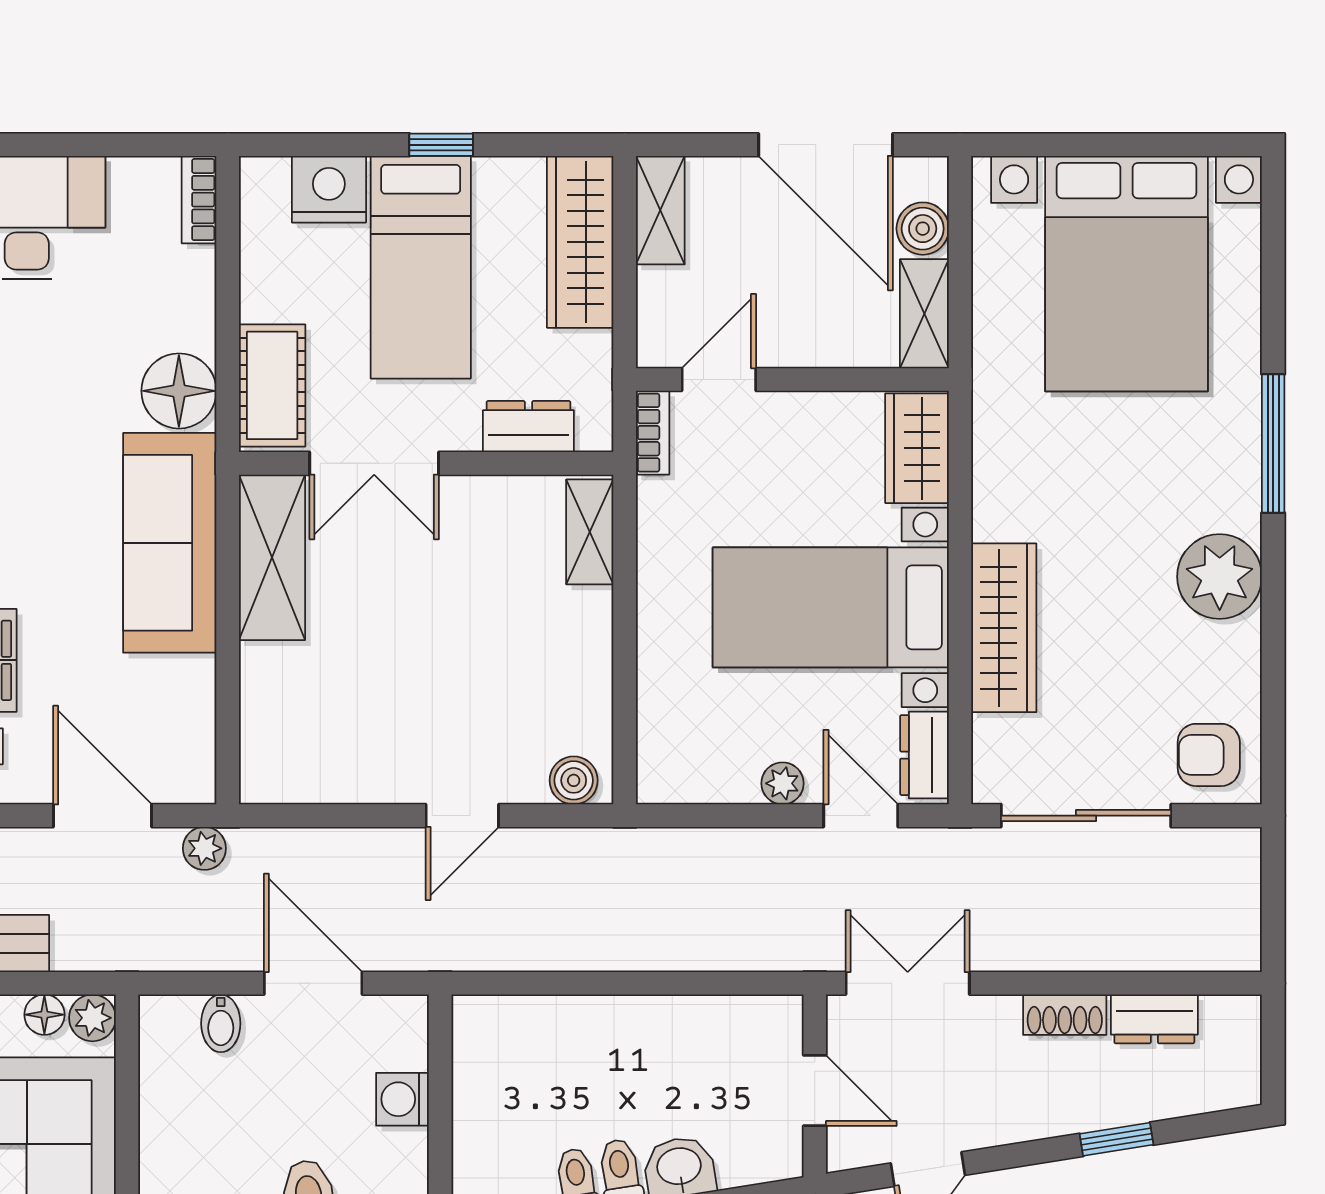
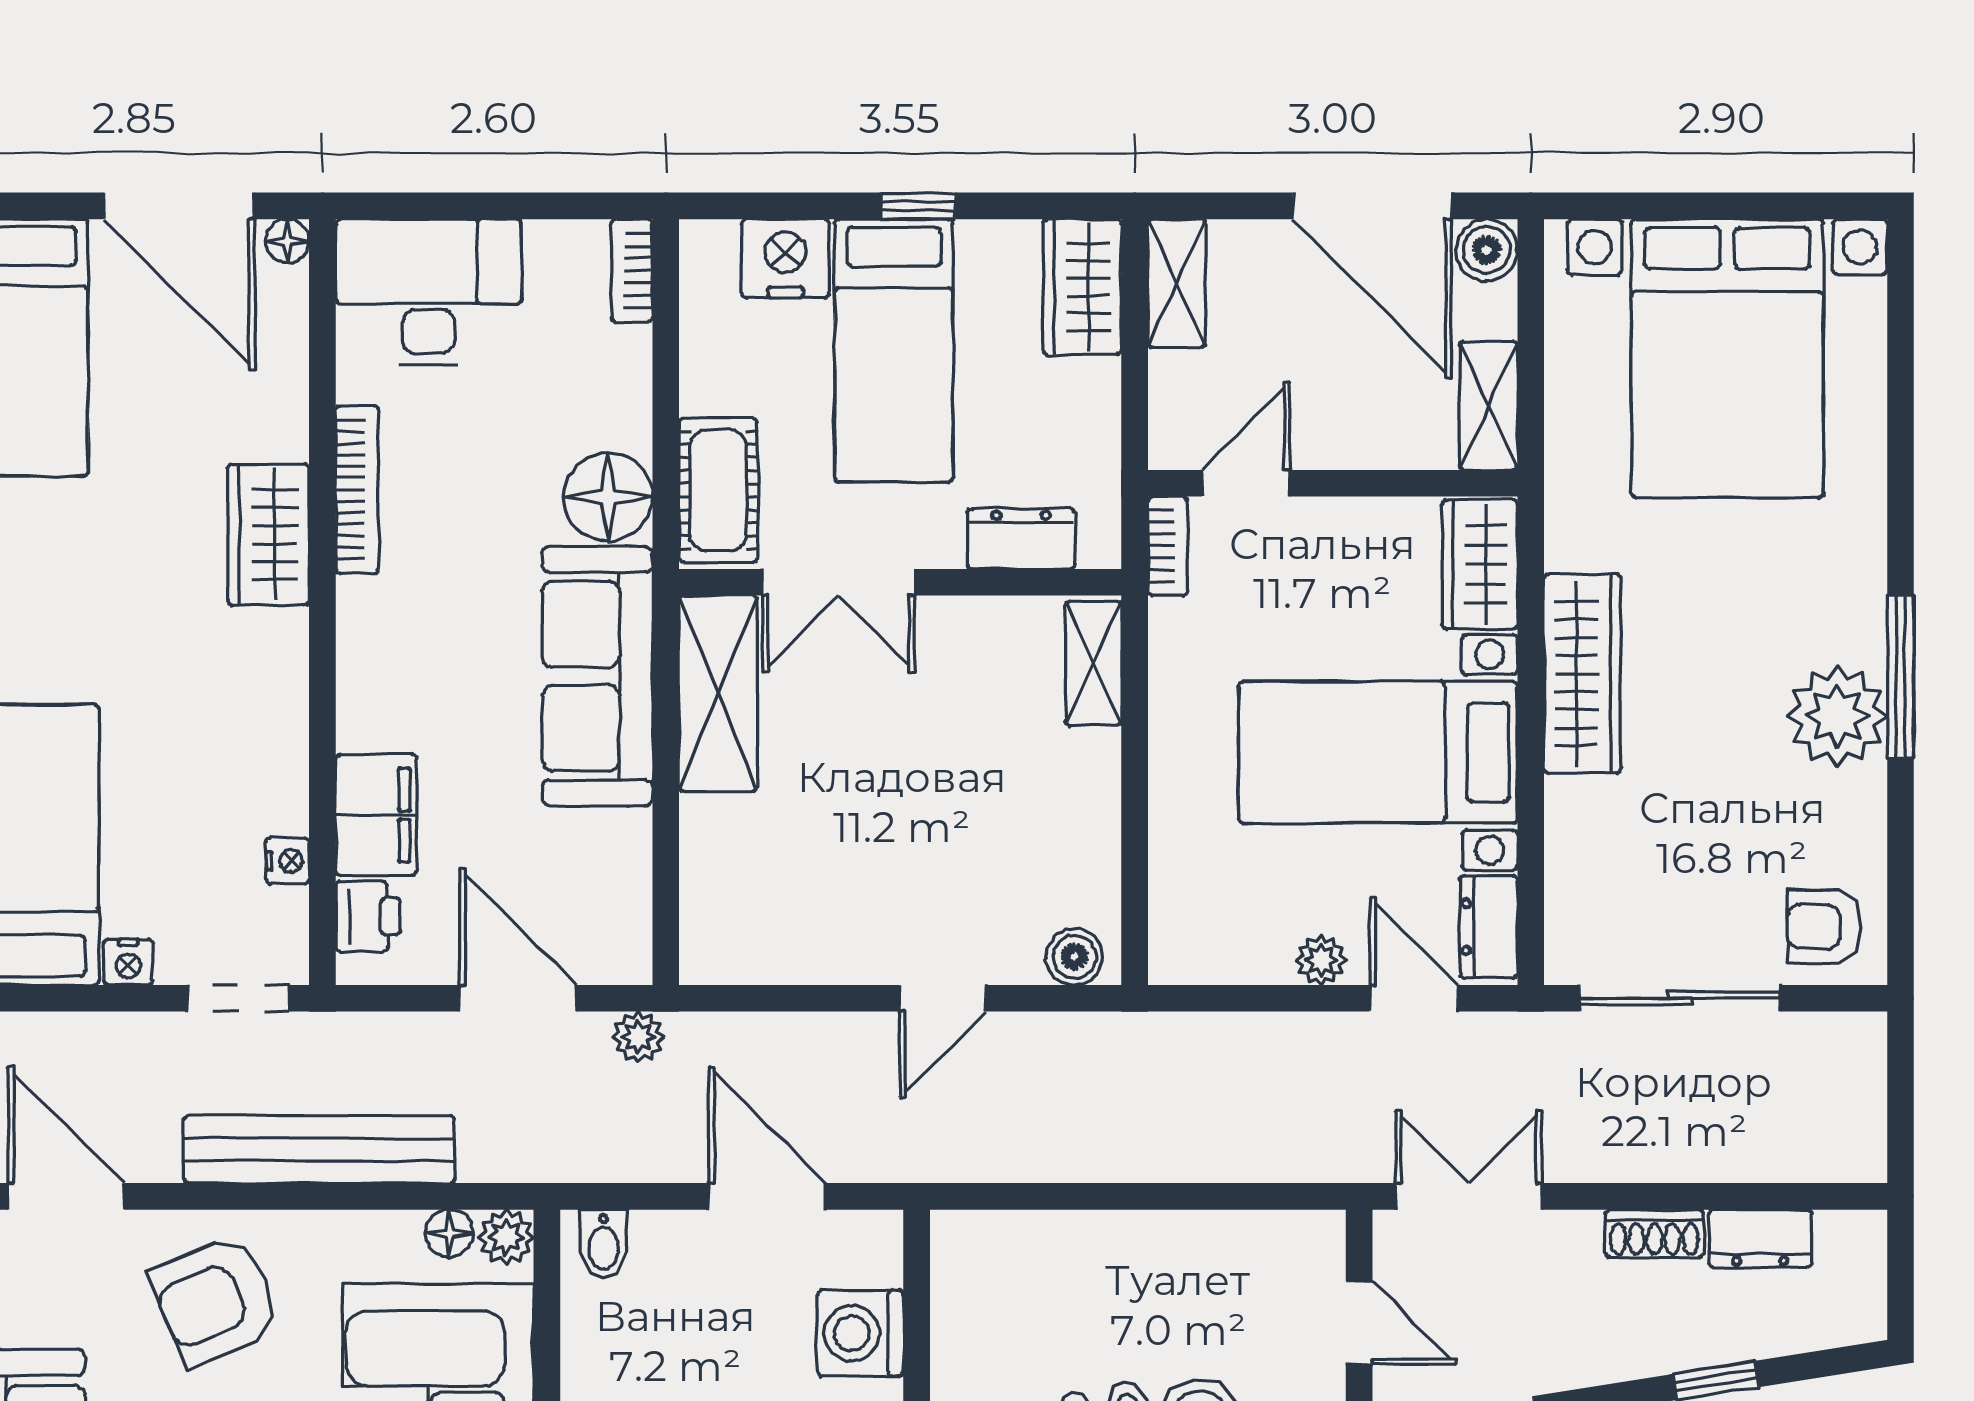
boiler: (923, 229) -> (1487, 250), moved
wardrobe: (580, 242) -> (1082, 287), width x0.67
window: (1273, 443) -> (1901, 677), moved
wardrobe: (1004, 628) -> (1582, 673), moved
bidet: (221, 1023) -> (603, 1244), moved
washing machine: (402, 1099) -> (860, 1333), width x1.38, depth x1.38

